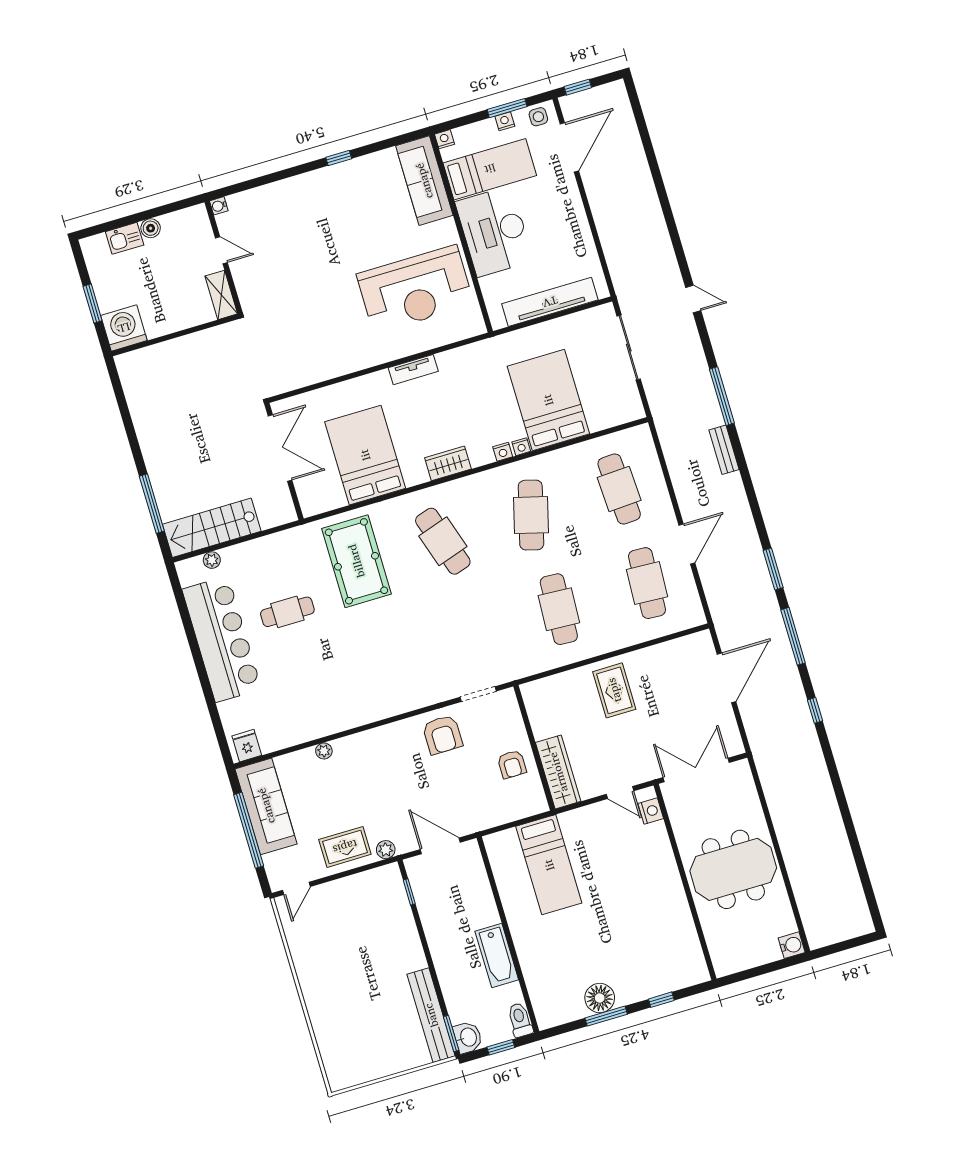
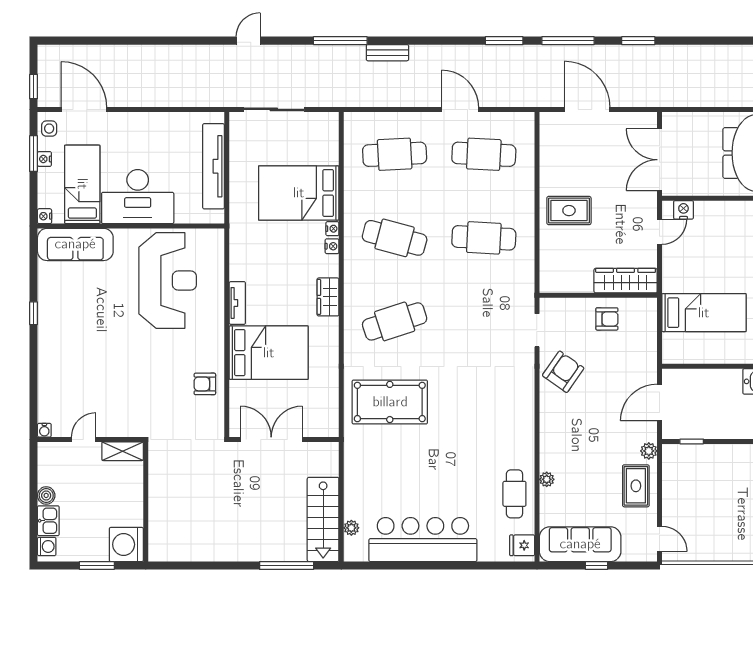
washing machine: (97, 245) -> (47, 546), added
armchair: (318, 361) -> (205, 384), added
bed: (365, 455) -> (269, 353), moved, turned 180
cafe table: (287, 612) -> (514, 494), moved
window: (815, 710) -> (638, 41), width x1.50
armchair: (442, 735) -> (563, 372), turned -55
window: (249, 830) -> (596, 565), width x0.32

